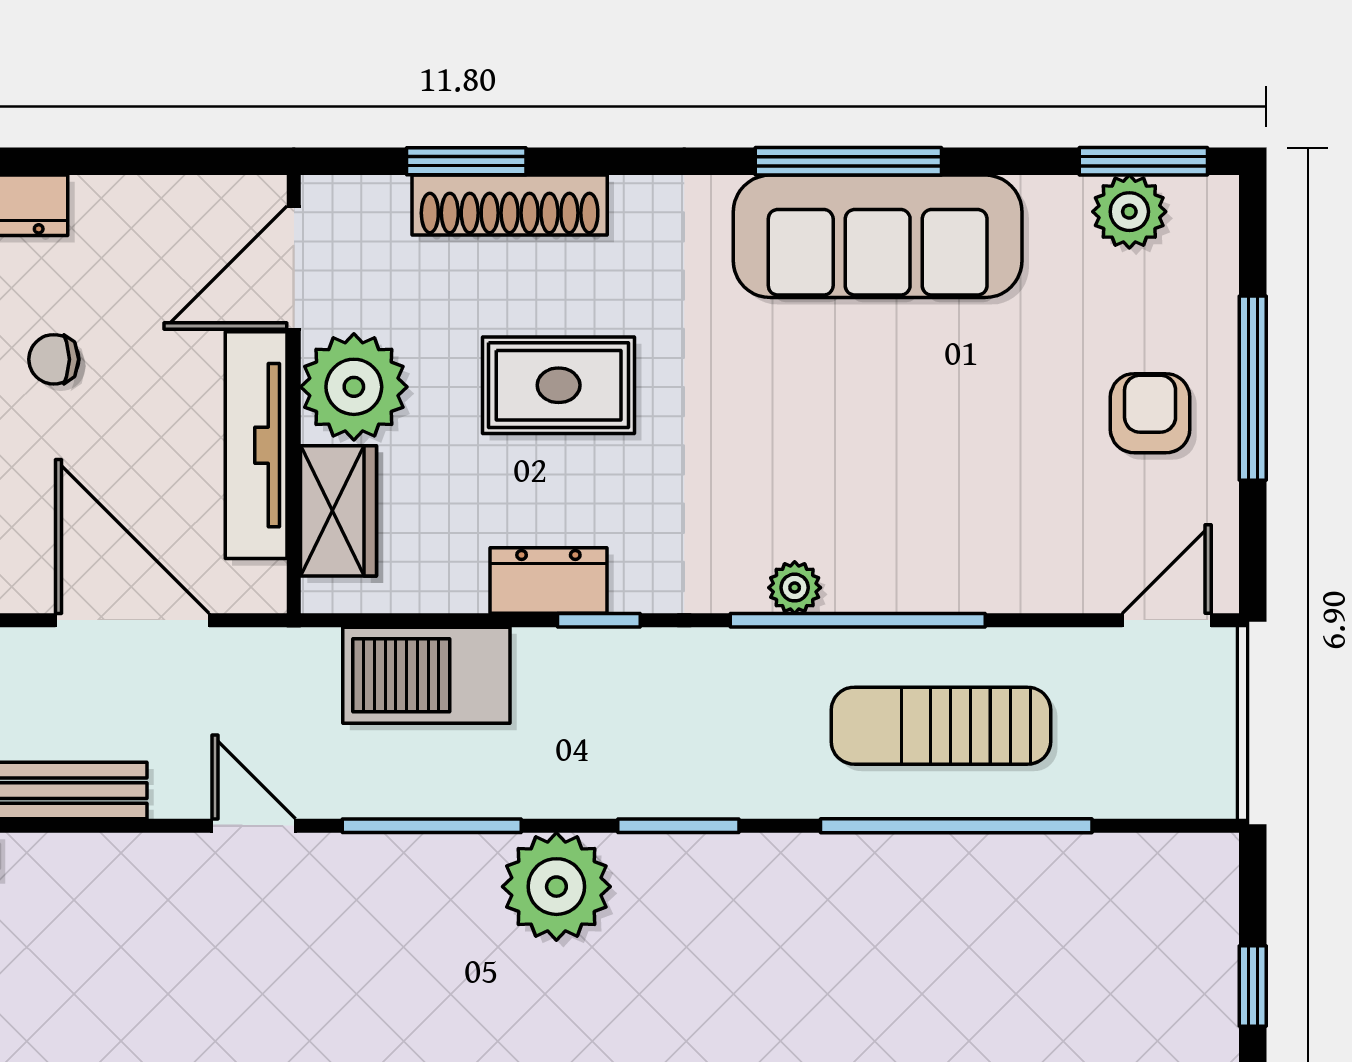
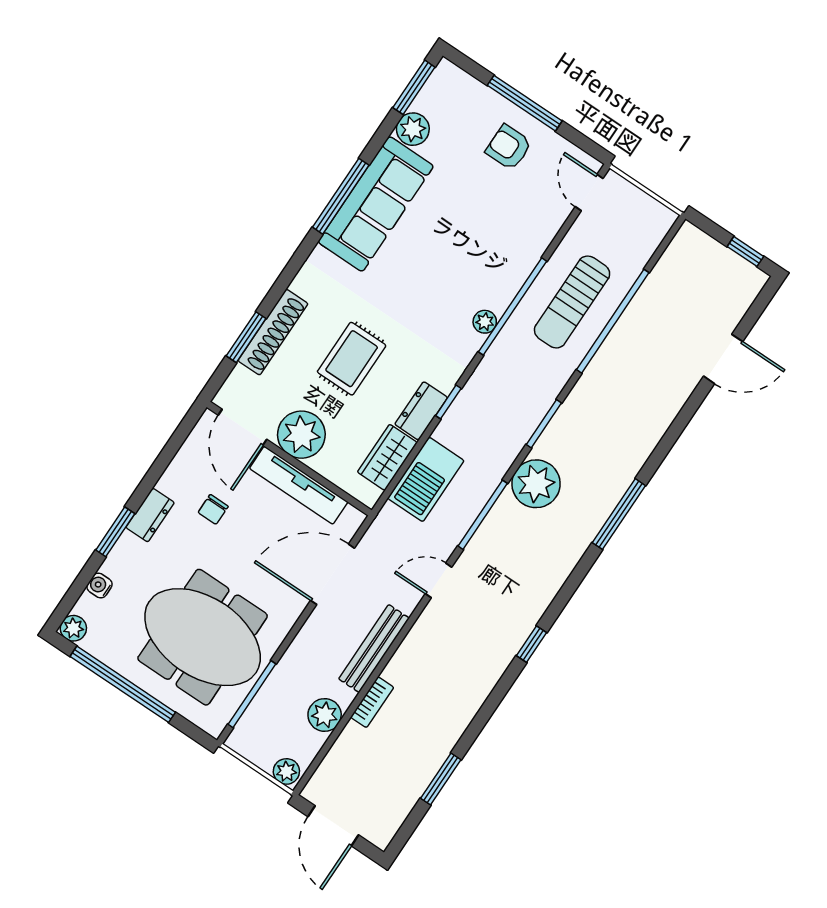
plant: (1129, 212) -> (413, 129), moved
chair: (54, 359) -> (213, 509), moved
wardrobe: (338, 511) -> (387, 457), moved, turned -90

